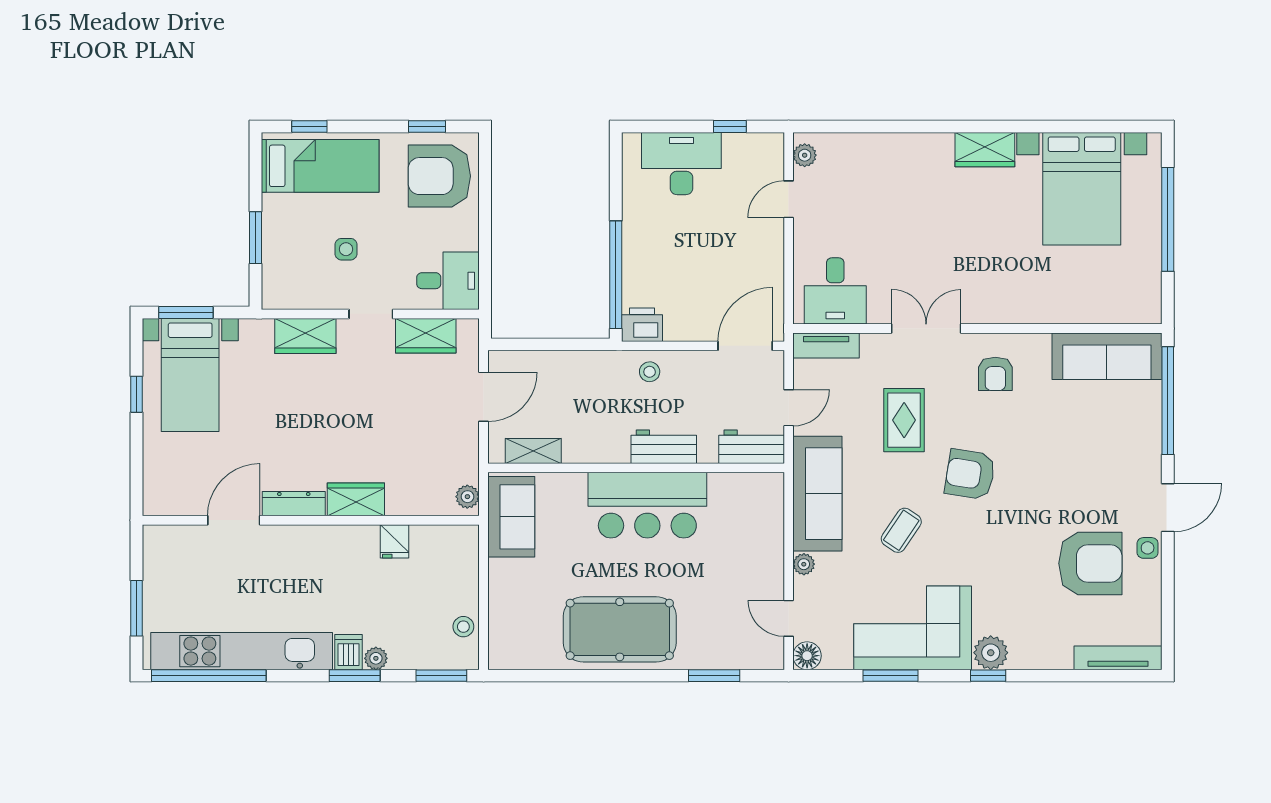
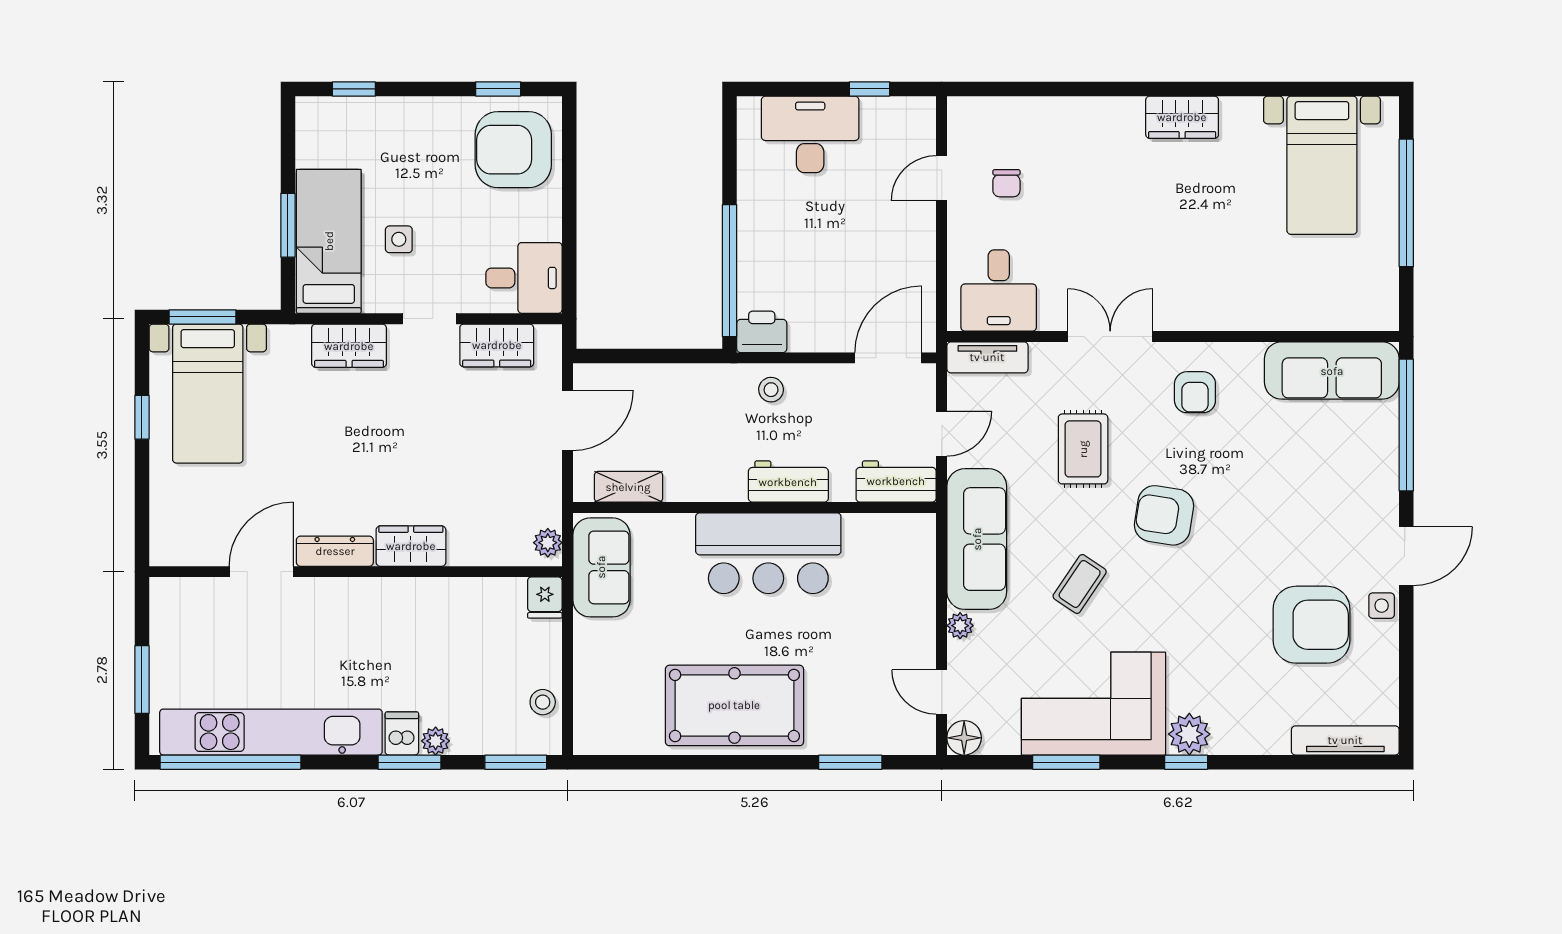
plant: (805, 155) -> (961, 124), removed
bed: (320, 166) -> (329, 241), moved, turned -90
bed with nightstands: (1082, 189) -> (1322, 165), width x0.73
chair: (842, 203) -> (1006, 183), added
fridge: (395, 541) -> (545, 598), moved

